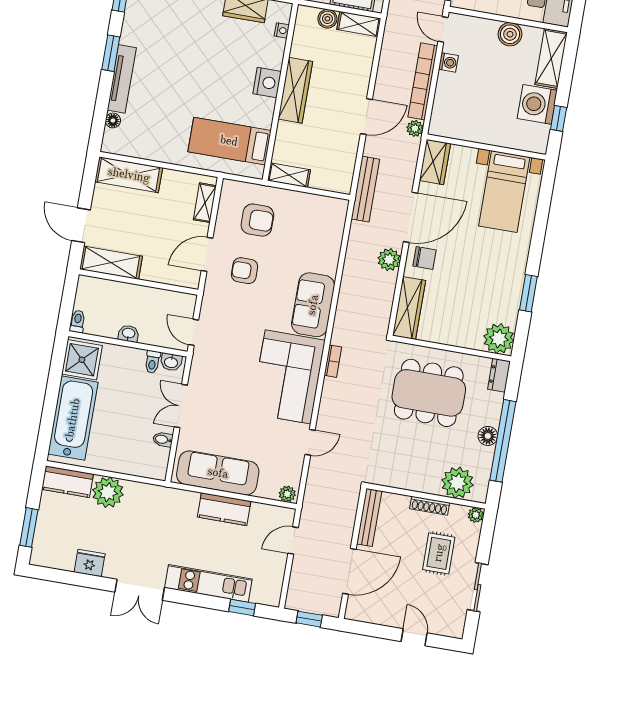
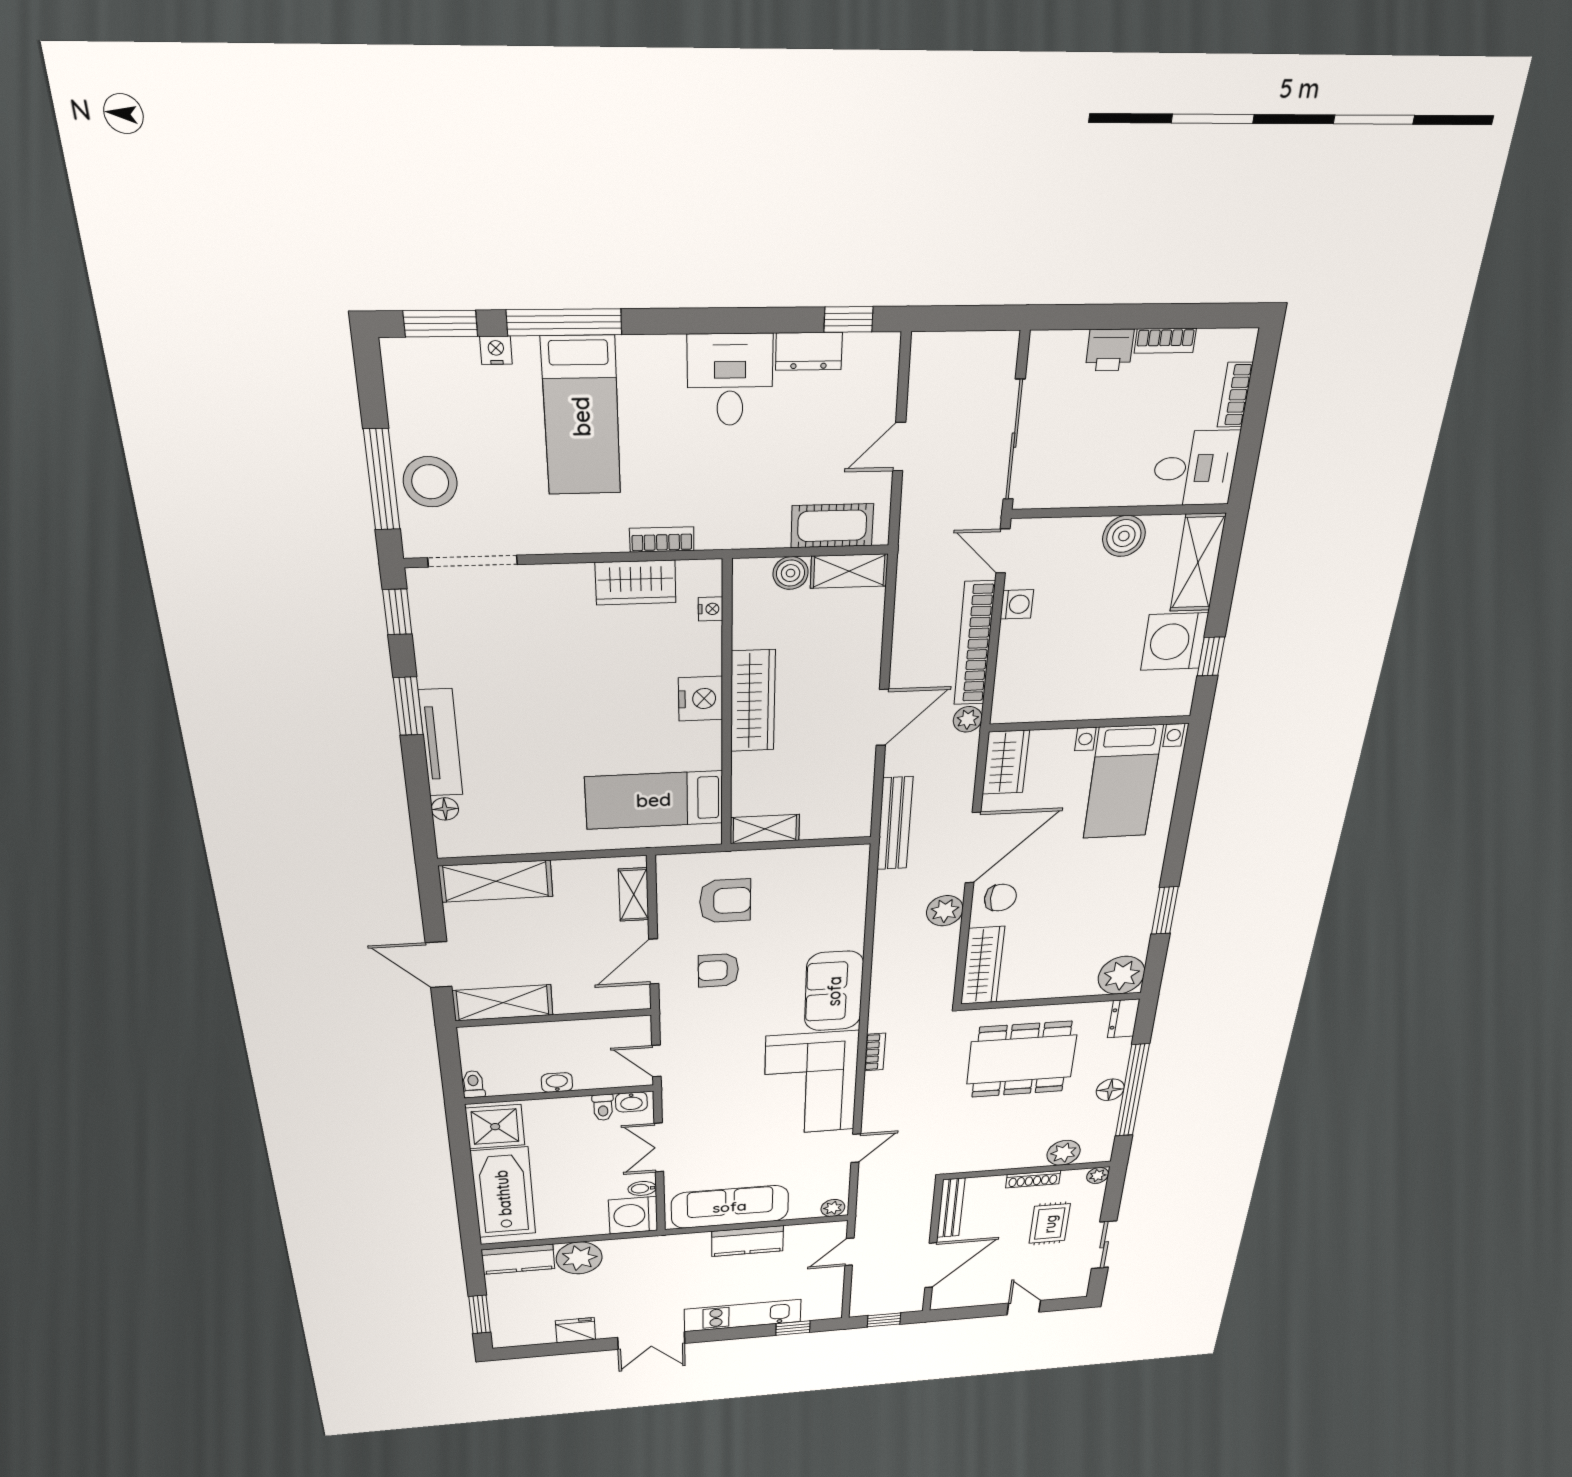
washing machine: (152, 462) -> (633, 1215), added
plant: (458, 483) -> (1064, 1153), width x0.73, depth x0.73

